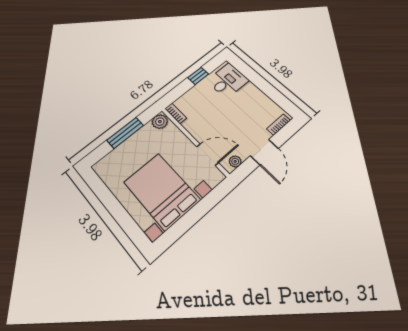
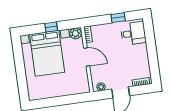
window: (125, 133) -> (51, 27), width x0.46
door: (208, 155) -> (87, 57), moved
bed with nightstands: (162, 191) -> (47, 53), moved, turned 180

